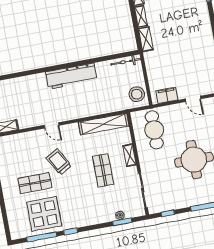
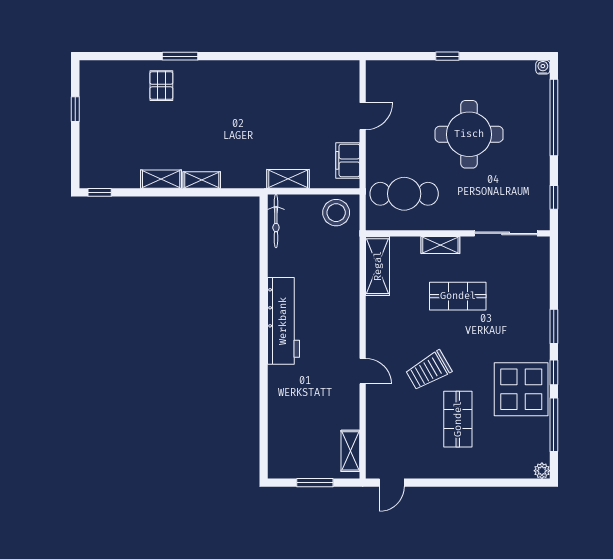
shelving: (146, 39) -> (288, 179), moved
shelving: (104, 124) -> (378, 266), width x0.68
door: (52, 125) -> (363, 371), hinge flipped
display table: (44, 214) -> (521, 389), moved
plant: (120, 215) -> (542, 471), moved
window: (122, 222) -> (554, 326), moved

